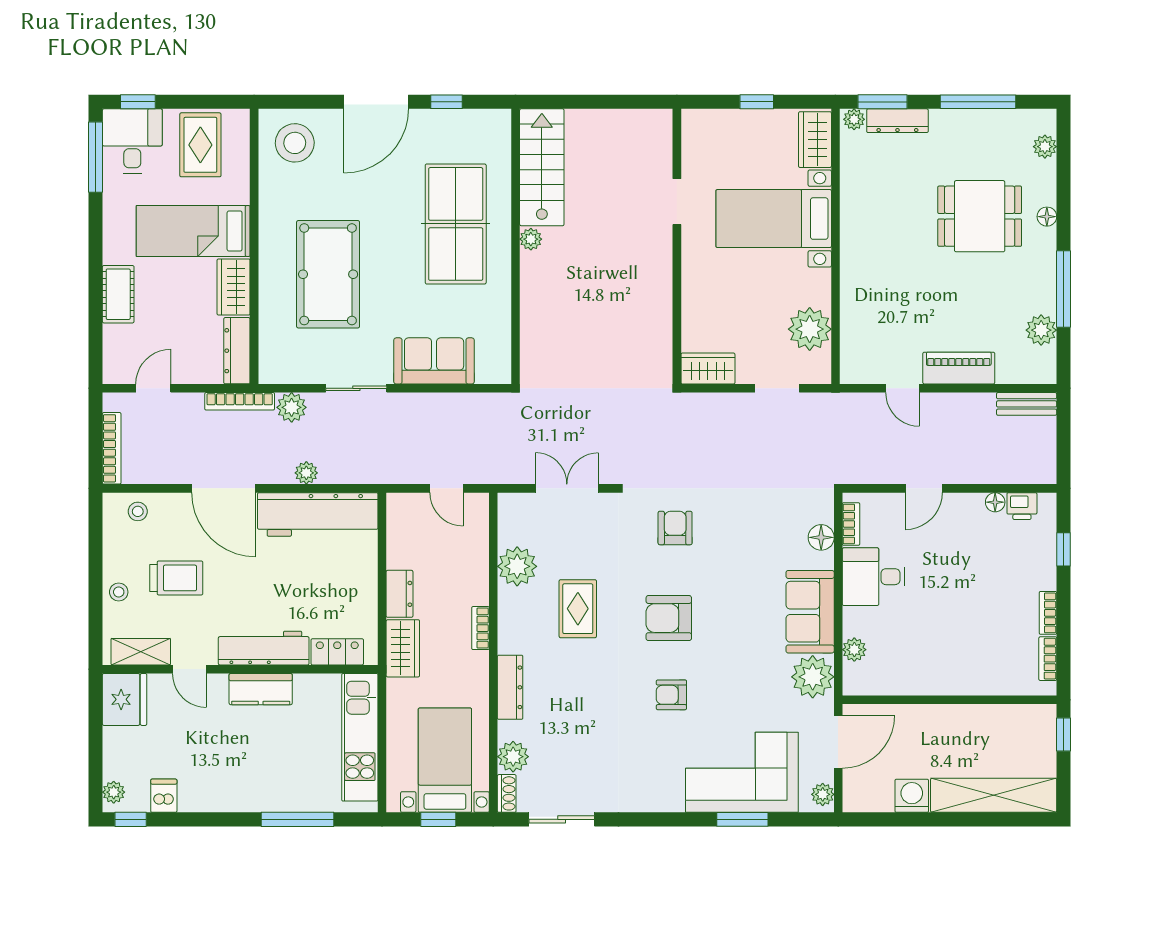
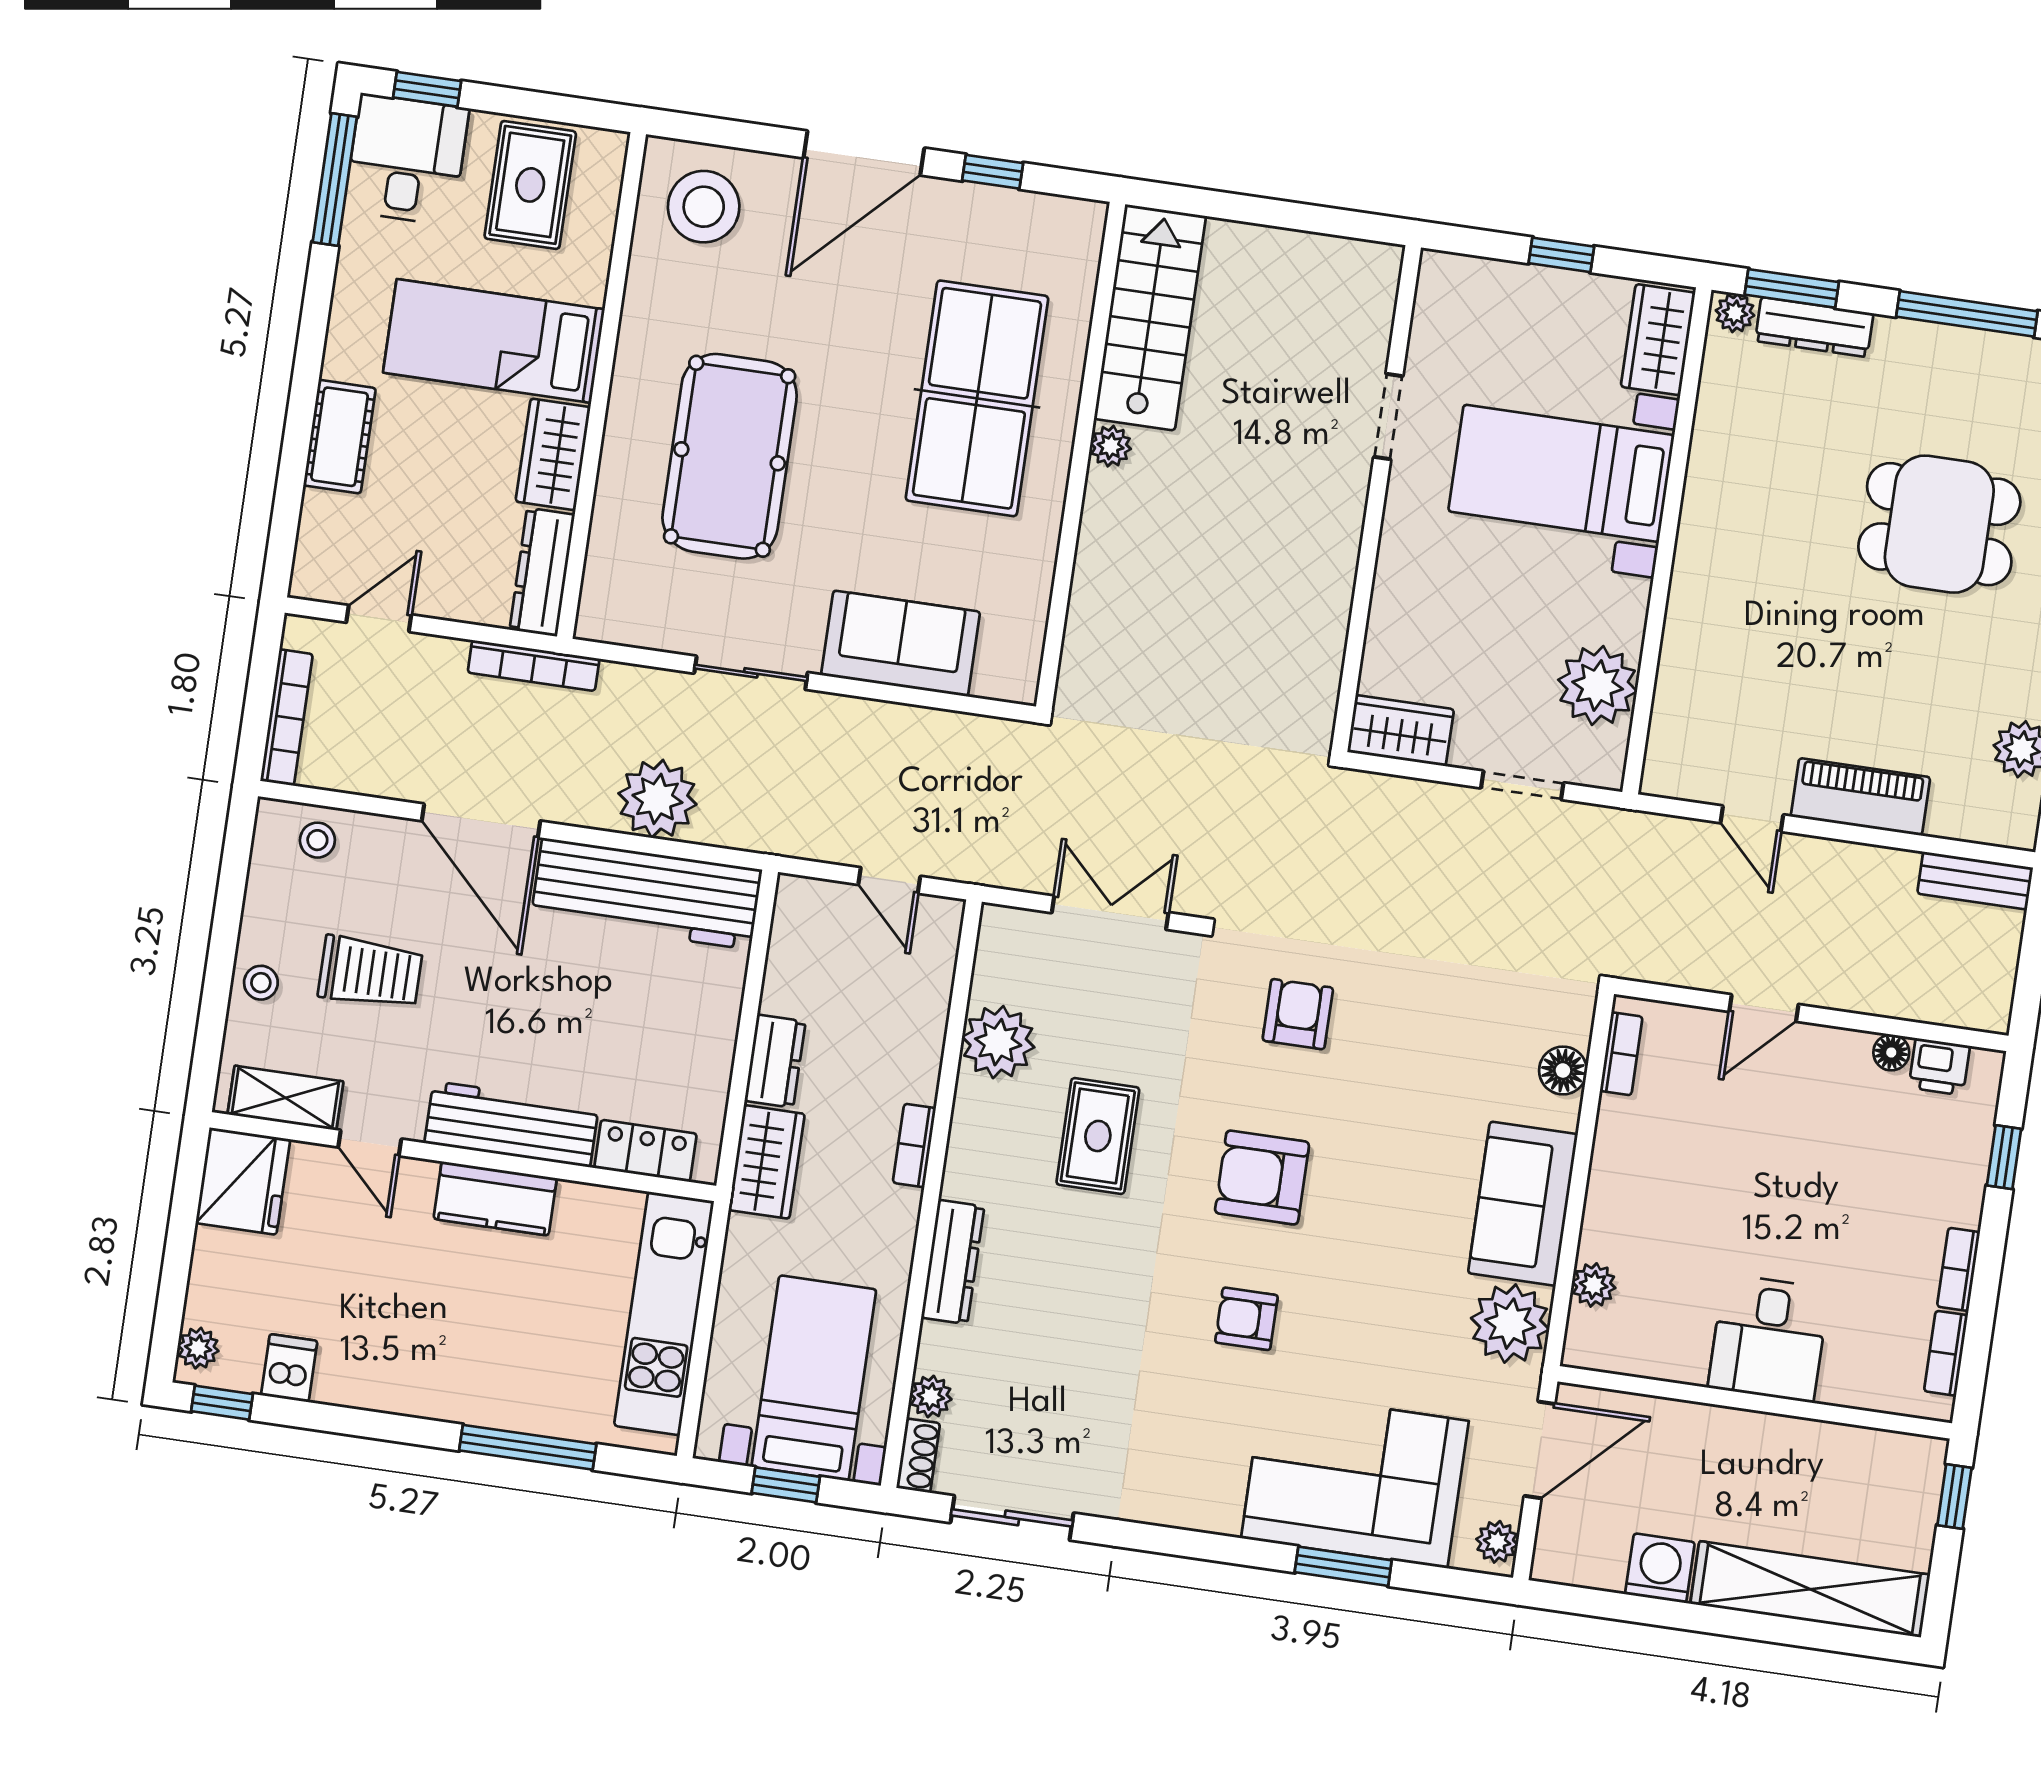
plant: (292, 407) -> (627, 690), removed
plant: (306, 473) -> (657, 799), width x1.88, depth x1.88
desk: (874, 577) -> (1769, 1338), moved, turned -90
plant: (513, 757) -> (931, 1397), width x0.73, depth x0.73

